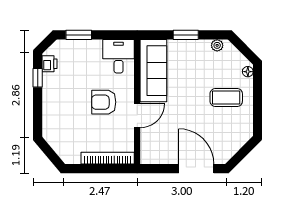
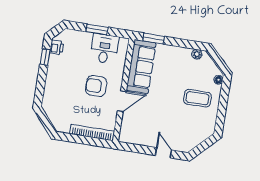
window: (79, 35) -> (97, 29), moved
window: (186, 35) -> (154, 39), moved
desk: (119, 56) -> (104, 49), moved
door: (196, 169) -> (163, 153), width x0.53

